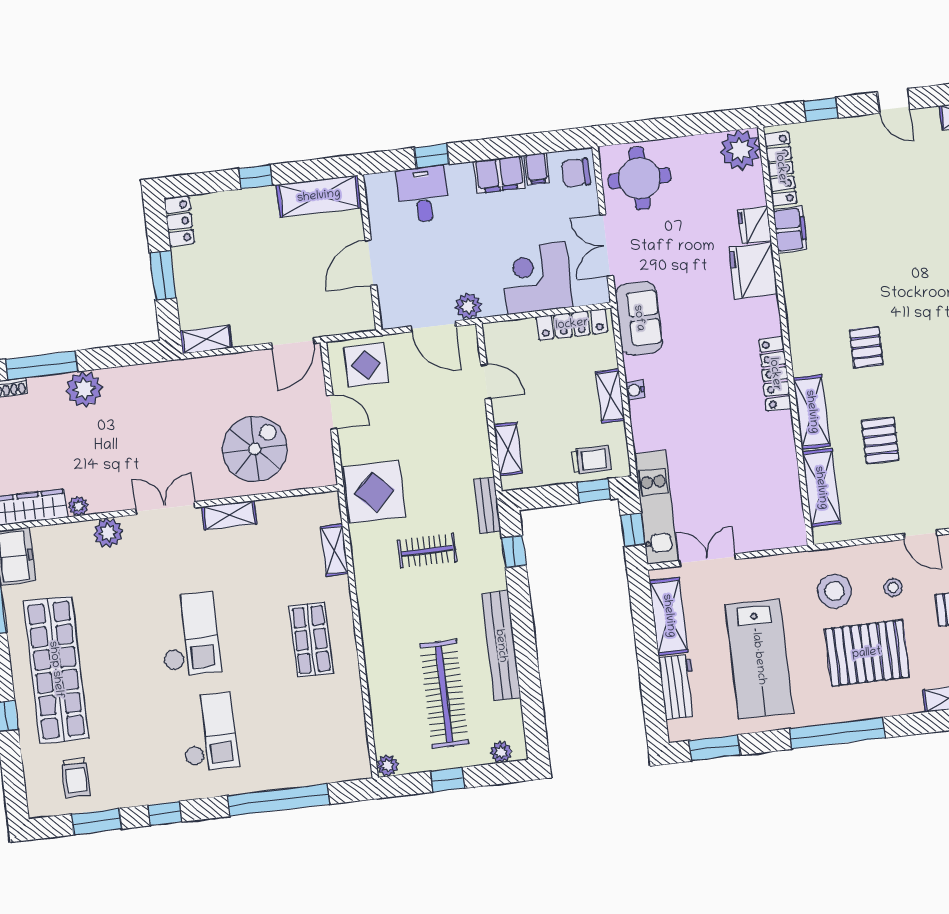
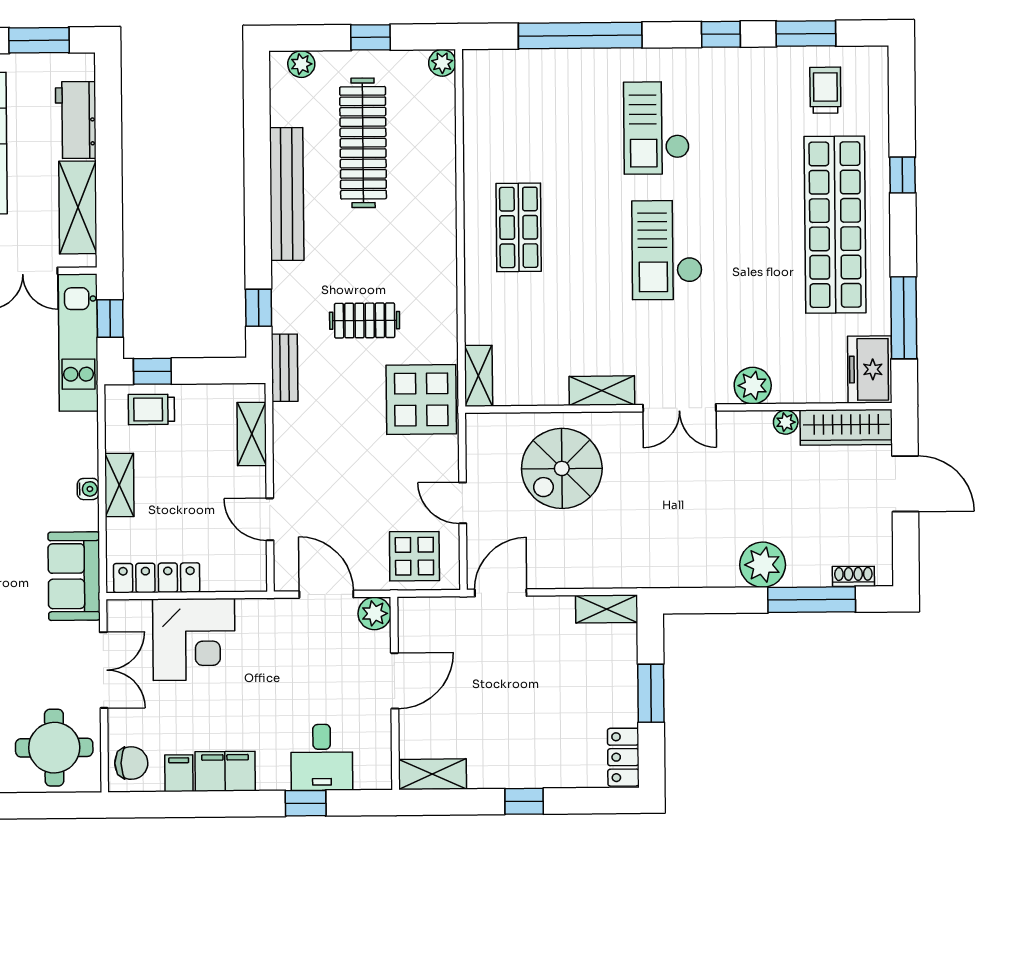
shelving: (319, 196) -> (432, 774), width x0.67, depth x0.75
plant: (468, 306) -> (374, 613), moved
shelving: (334, 550) -> (478, 376), moved

